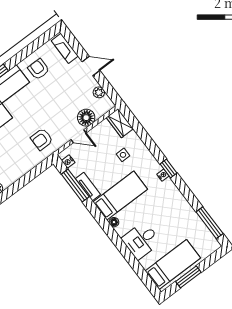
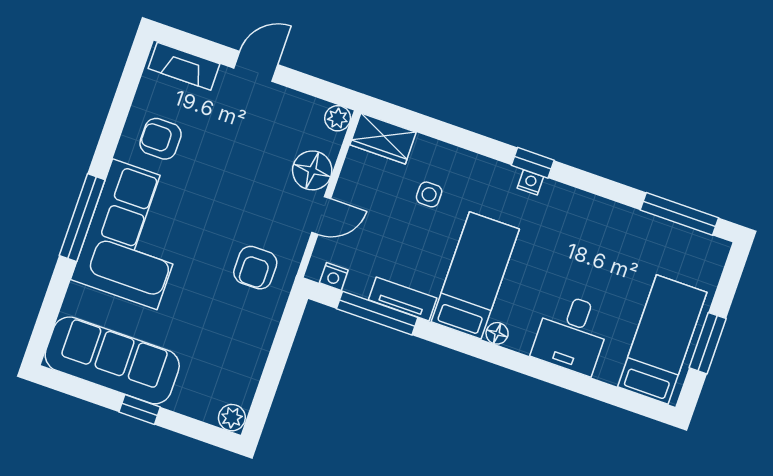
plant: (99, 92) -> (338, 118), moved

